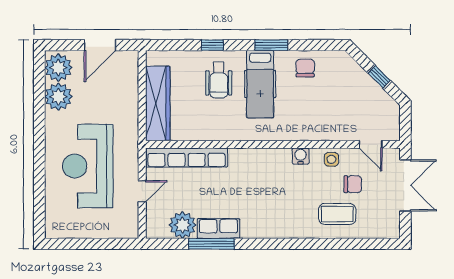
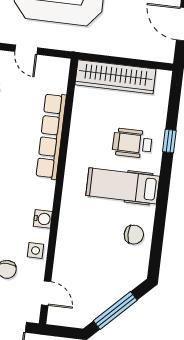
window: (271, 45) -> (162, 202), removed
window: (379, 77) -> (115, 311), width x2.17
door: (371, 144) -> (46, 293), swing flipped
row of seats: (187, 158) -> (51, 136), moved

